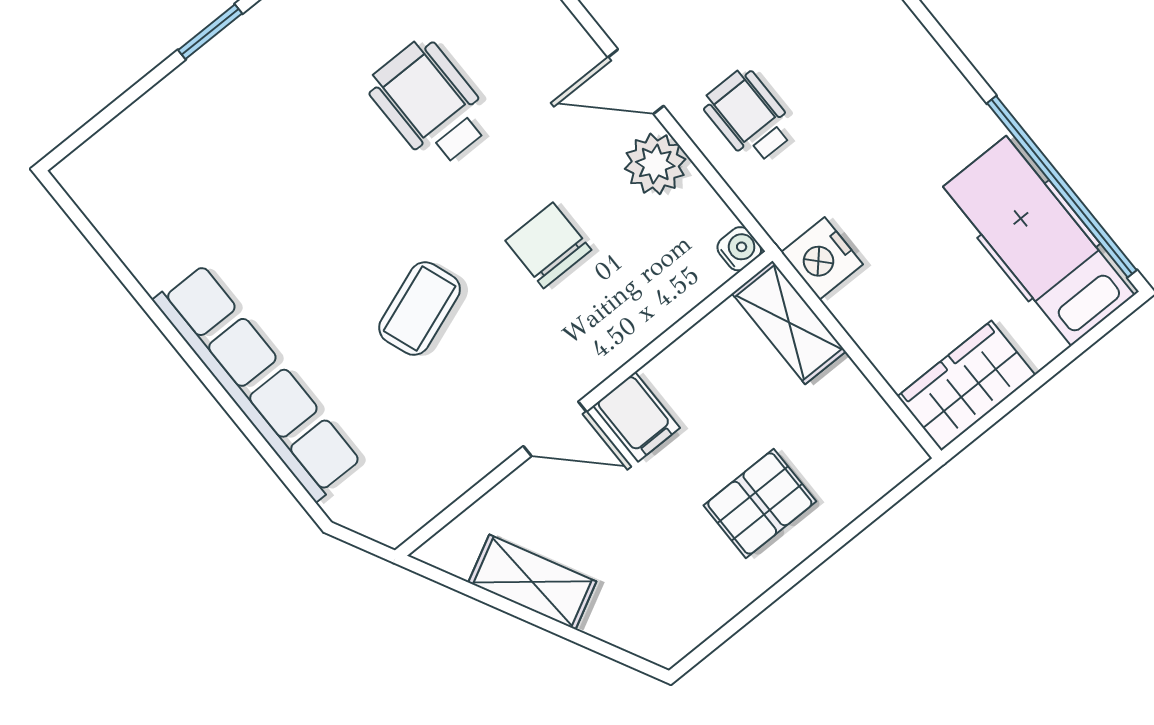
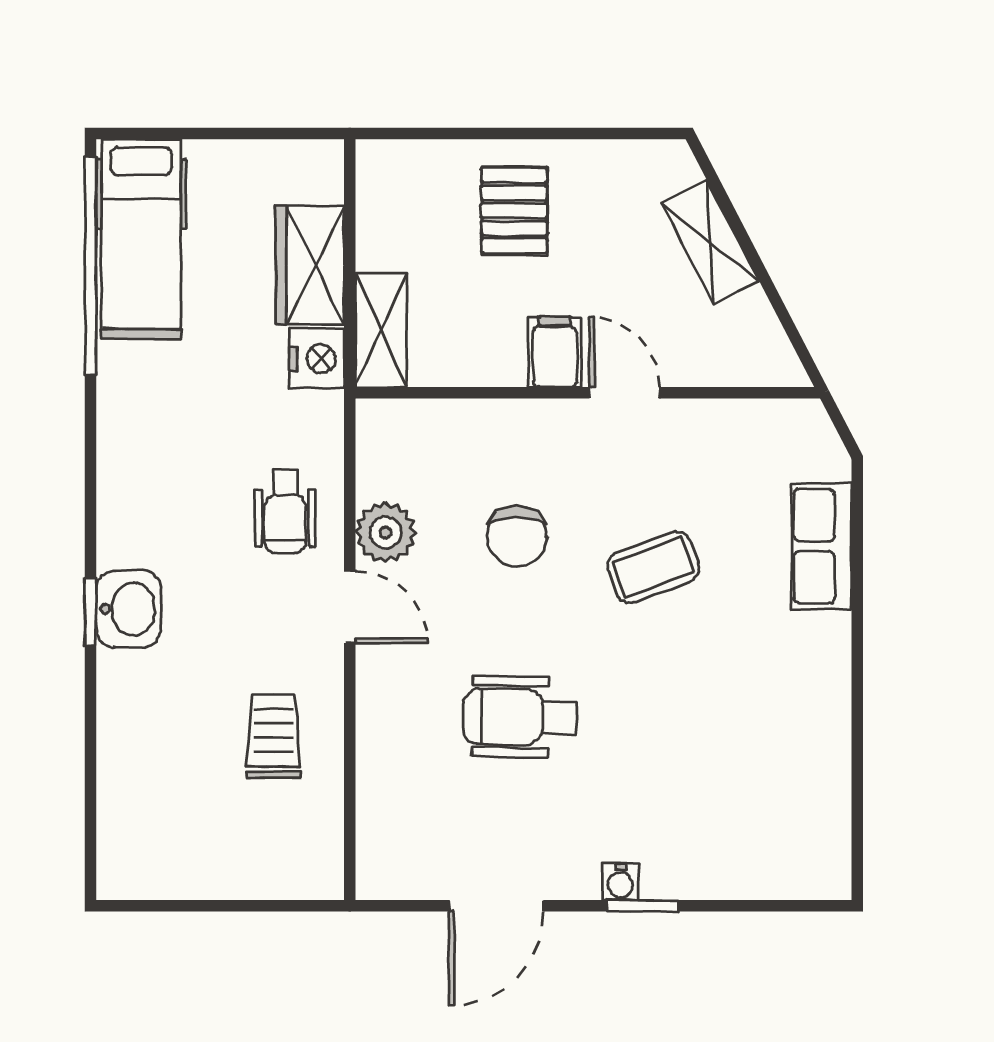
wheelchair: (430, 103) -> (520, 717), turned 91
water cooler: (739, 249) -> (620, 882), moved, turned -90
row of seats: (258, 382) -> (821, 546), width x0.50
wardrobe: (966, 386) -> (310, 265), moved, turned 90
pallet: (760, 503) -> (514, 210), turned 90
shelving: (532, 582) -> (710, 242), moved

